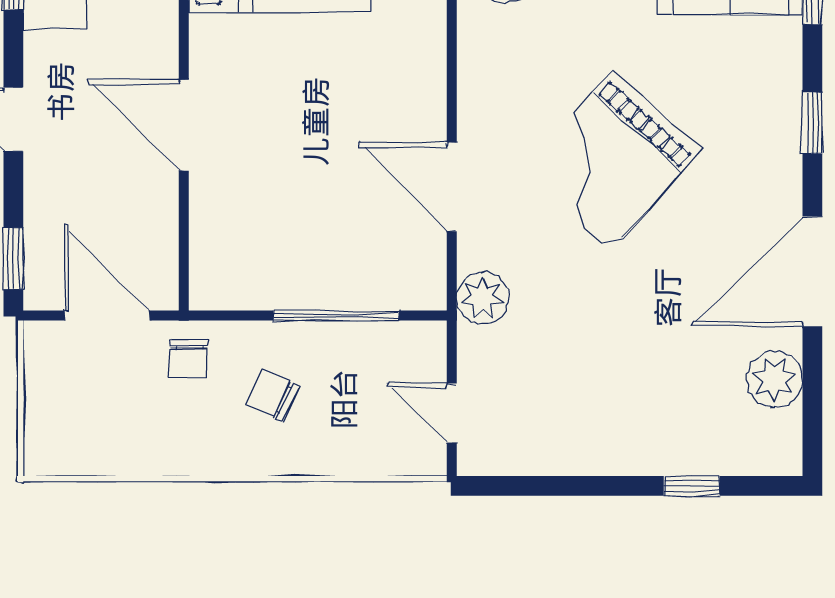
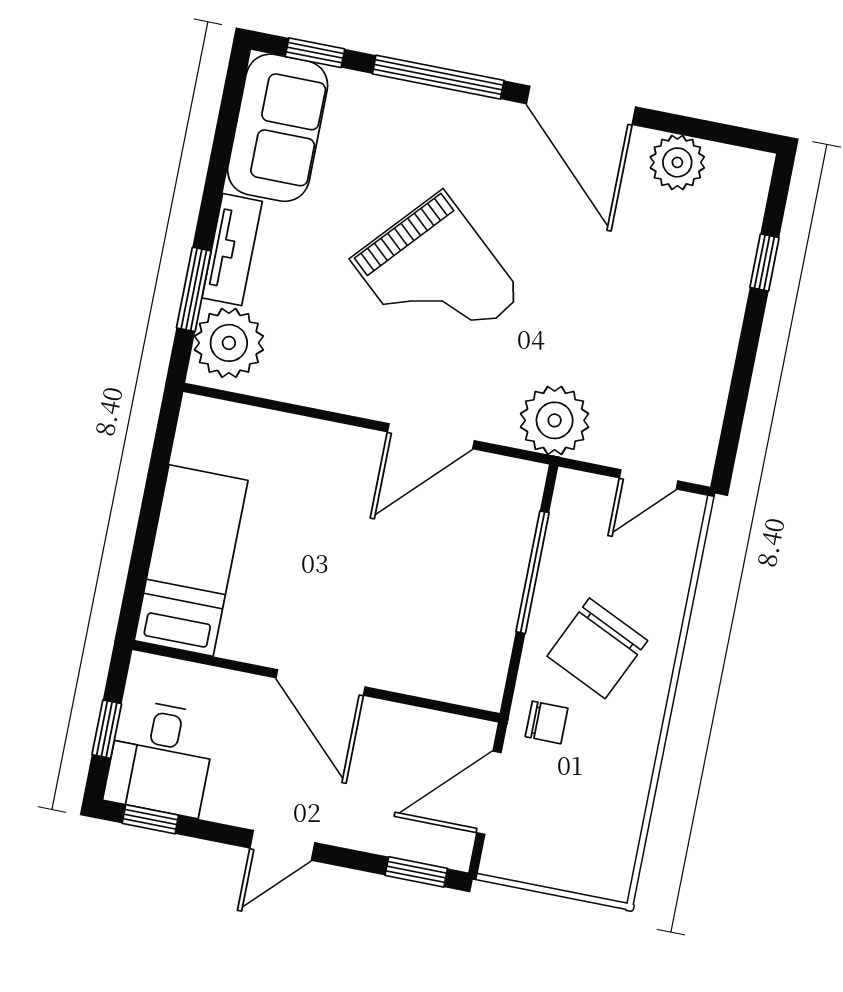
window: (812, 123) -> (438, 77), width x2.17
door: (184, 125) -> (320, 682), hinge flipped
plant: (483, 298) -> (555, 420), width x1.36, depth x1.36
chair: (273, 395) -> (597, 648), width x1.87, depth x1.87

